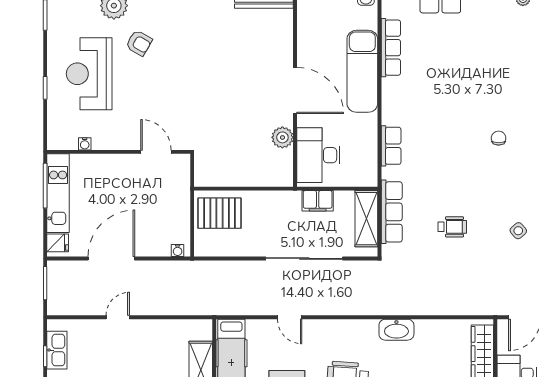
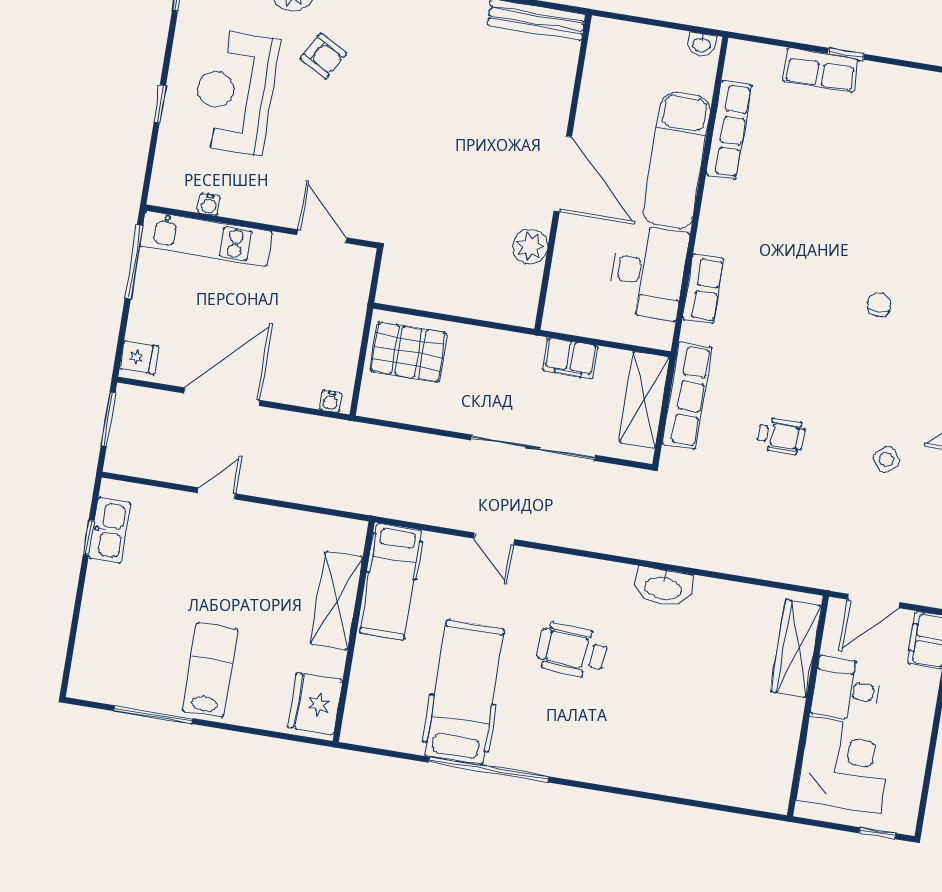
desk: (318, 155) -> (648, 272), moved, turned 180
kitchen unit: (58, 193) -> (206, 239), moved, turned 90

